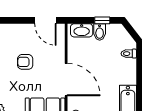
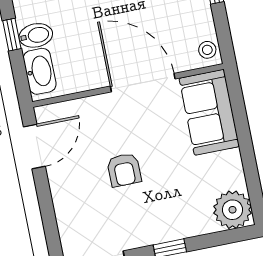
door: (66, 80) -> (143, 83), hinge flipped

